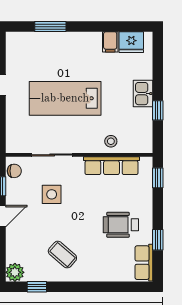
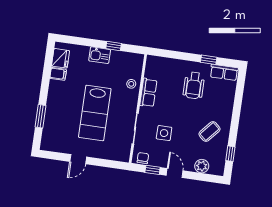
row of seats: (112, 166) -> (148, 93), width x0.68
window: (158, 178) -> (163, 53), removed
plant: (15, 272) -> (202, 166), moved

